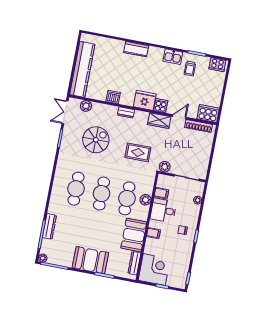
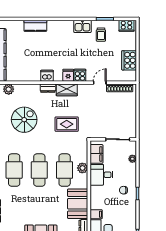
kitchen counter: (136, 49) -> (35, 26), moved
dishwasher: (113, 97) -> (47, 76), moved
fridge: (145, 100) -> (68, 75), width x0.53, depth x0.75
cooker: (208, 114) -> (129, 60), moved, turned -90
wardrobe: (159, 121) -> (67, 90), moved
plant: (165, 167) -> (95, 133), removed
filing cabinet: (161, 193) -> (96, 154), width x2.00
filing cabinet: (153, 233) -> (96, 214), moved

